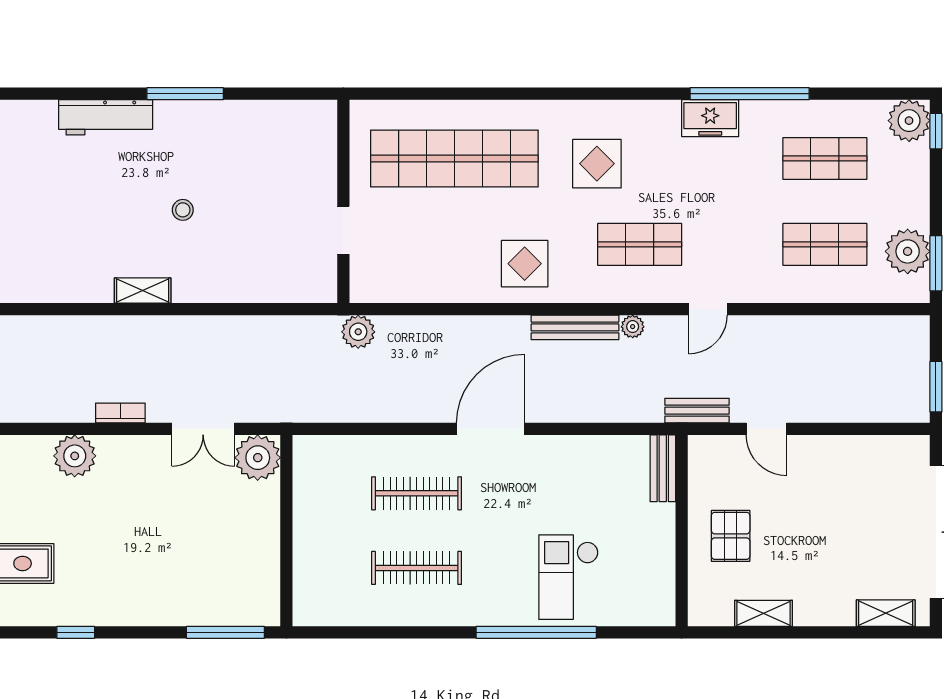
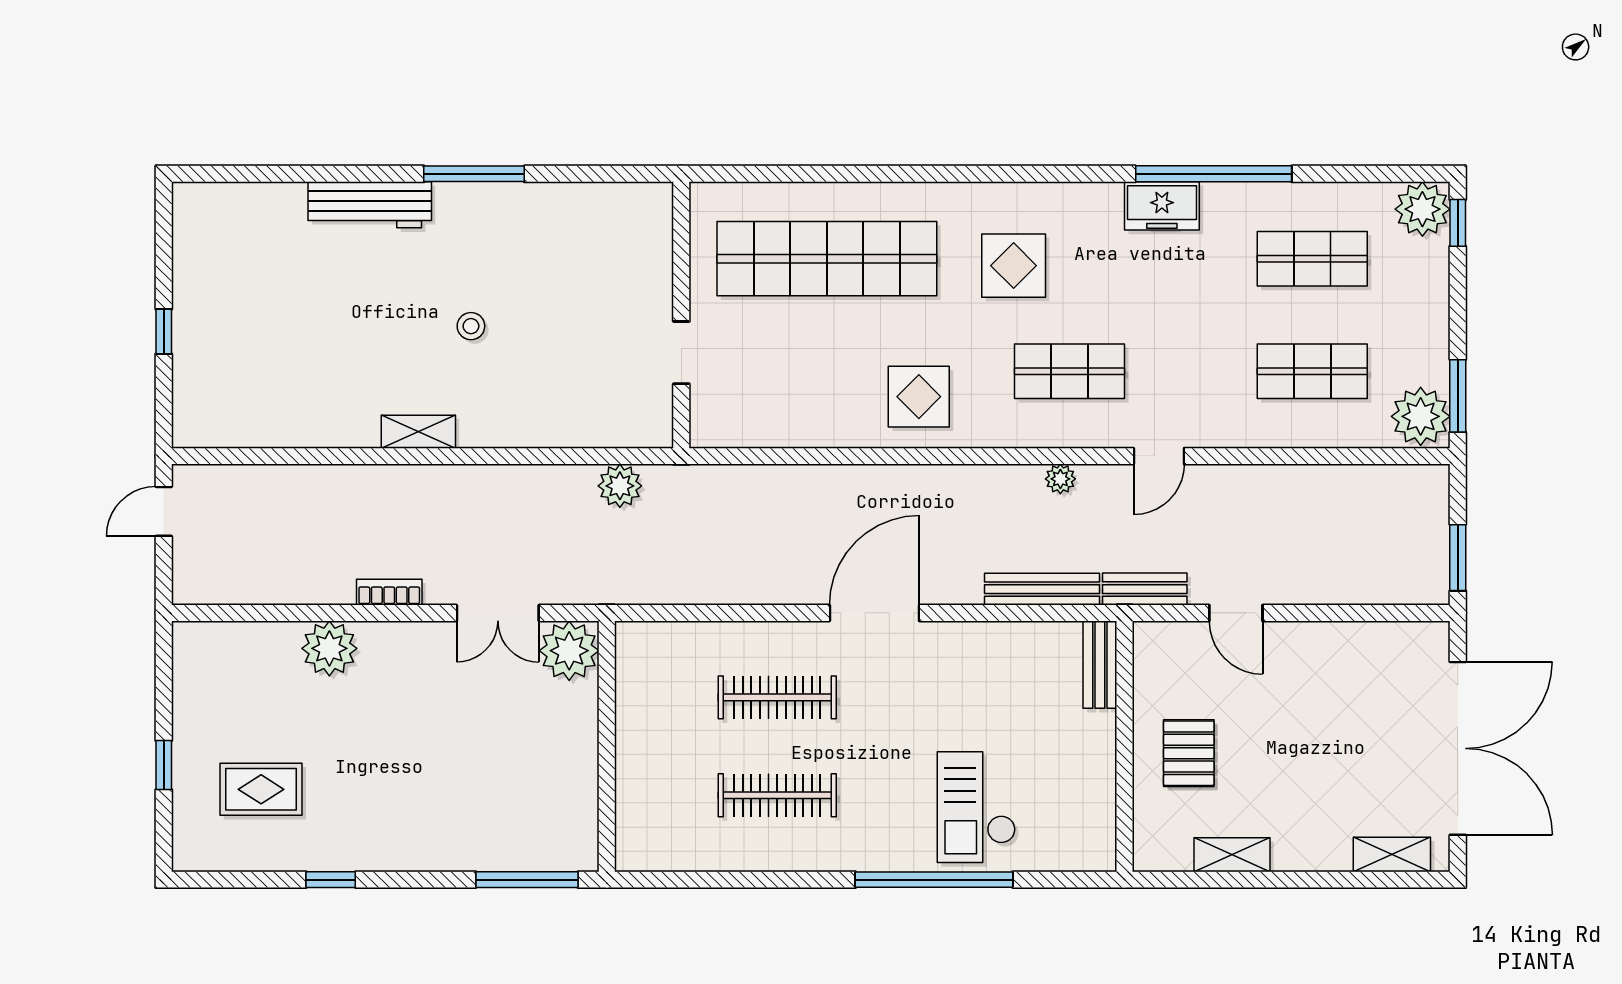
plant: (908, 251) -> (1421, 416), moved
bench: (575, 327) -> (1042, 589), moved
plant: (358, 332) -> (620, 486), moved

